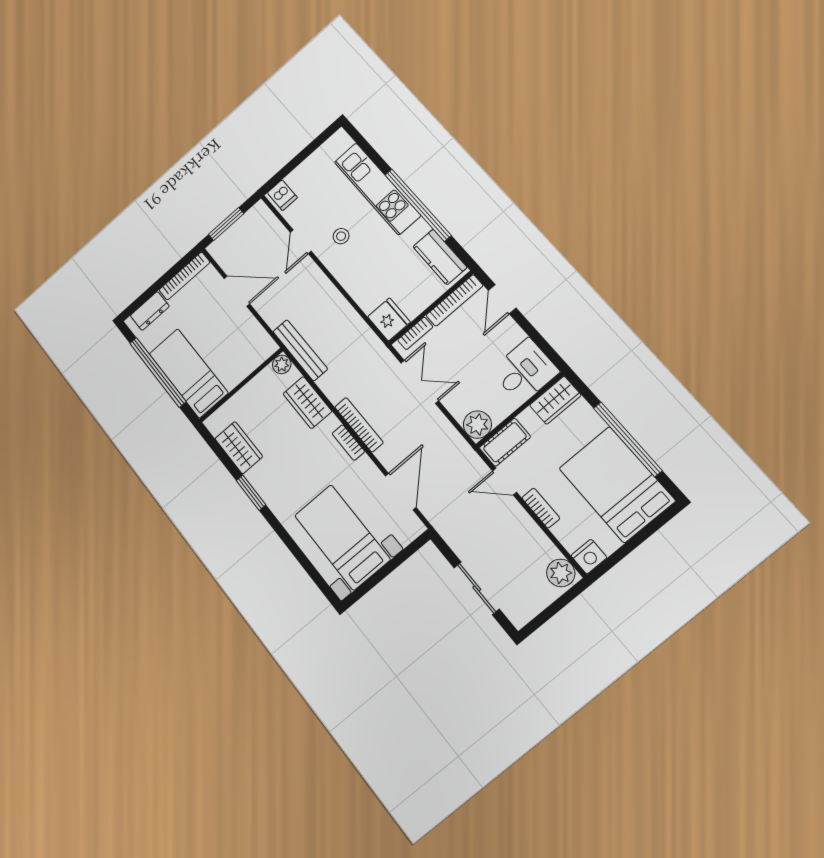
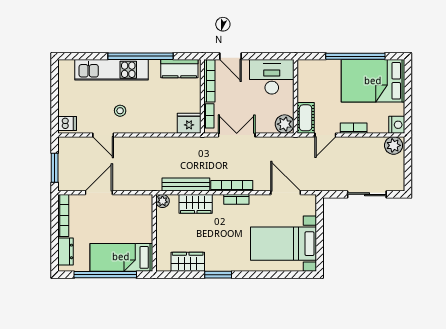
bench: (300, 350) -> (186, 184), moved
desk: (525, 371) -> (272, 77), width x1.37
wardrobe: (555, 400) -> (306, 75), removed

